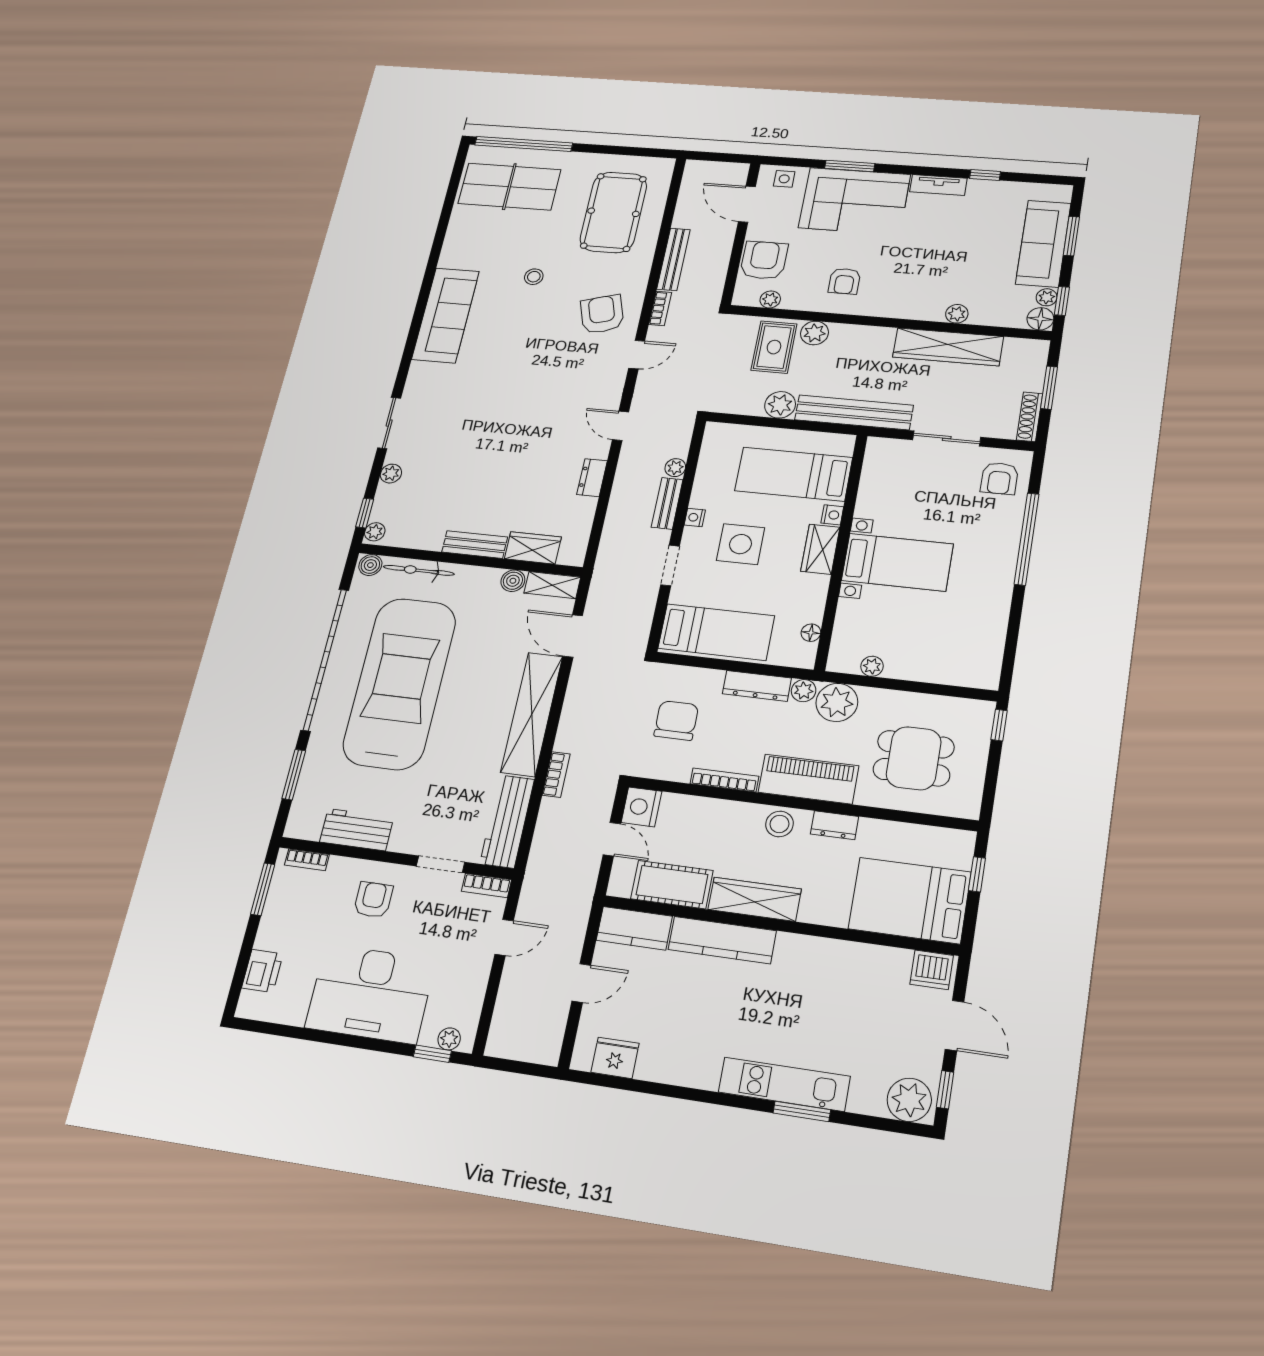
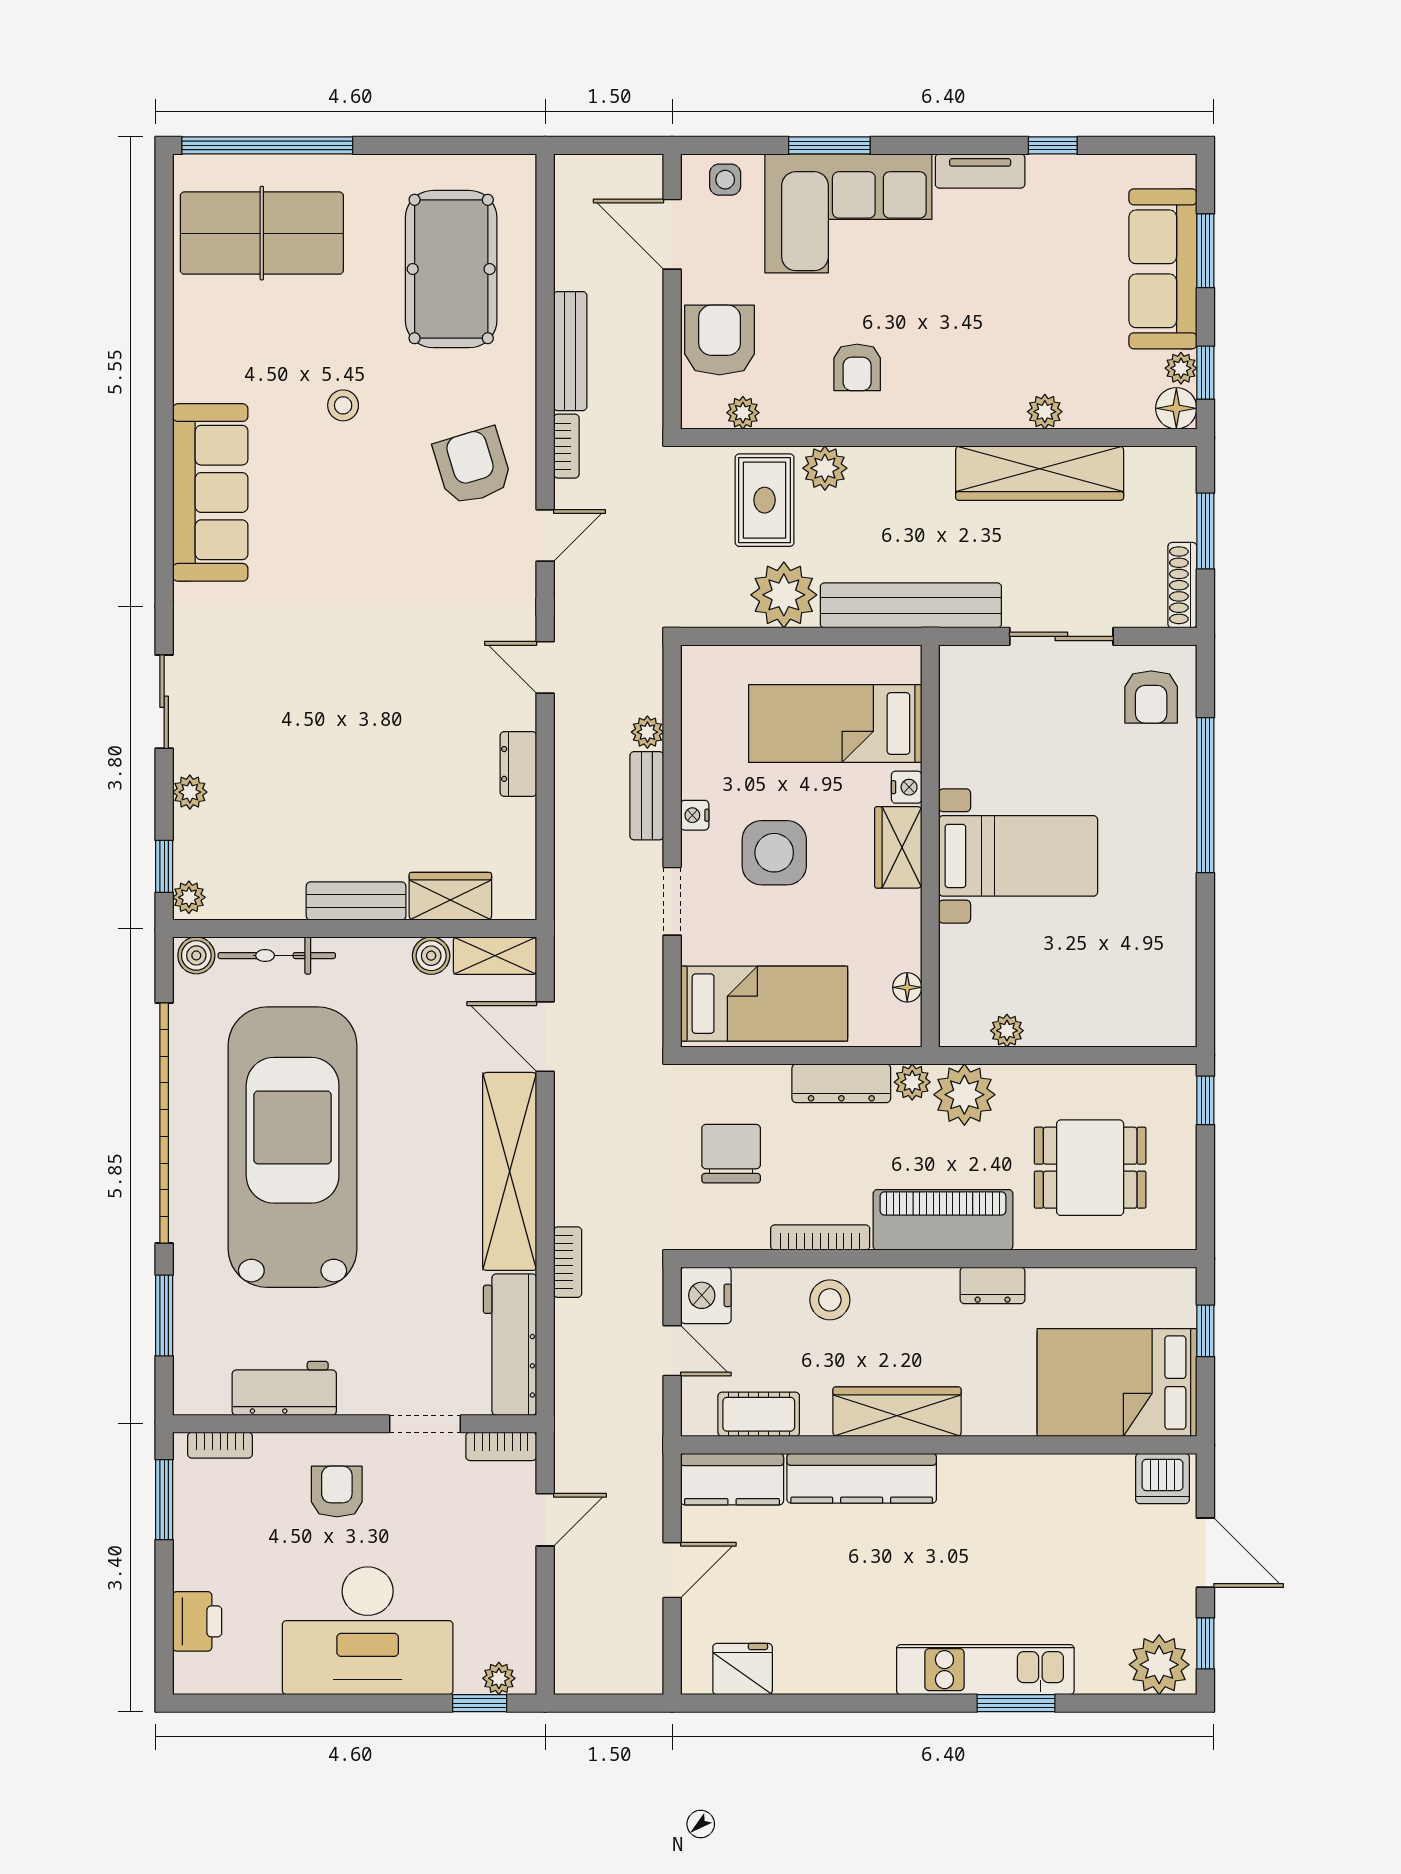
plant: (780, 405) -> (784, 595), width x1.36, depth x1.36
stool: (779, 824) -> (830, 1300), moved
cot: (672, 885) -> (759, 1414), width x0.73, depth x0.75

